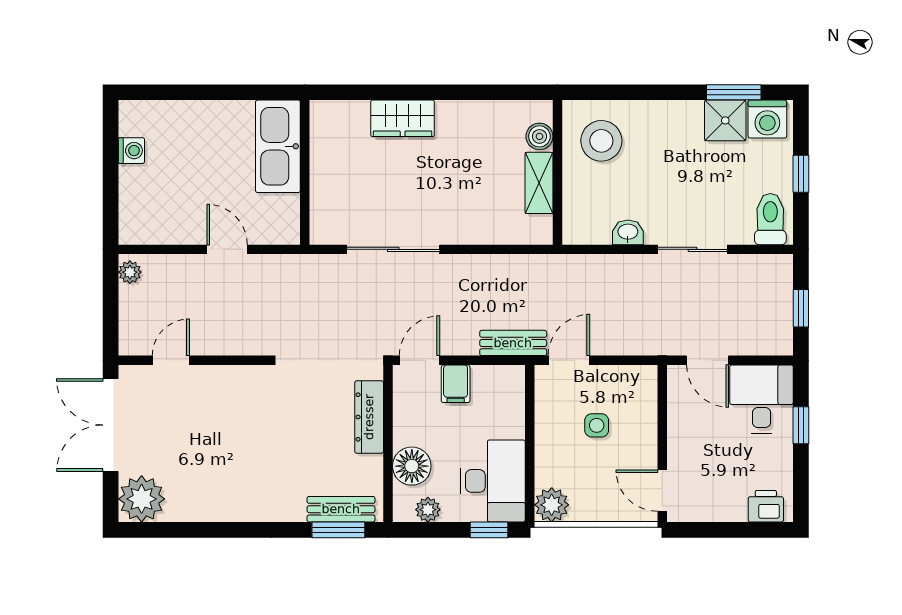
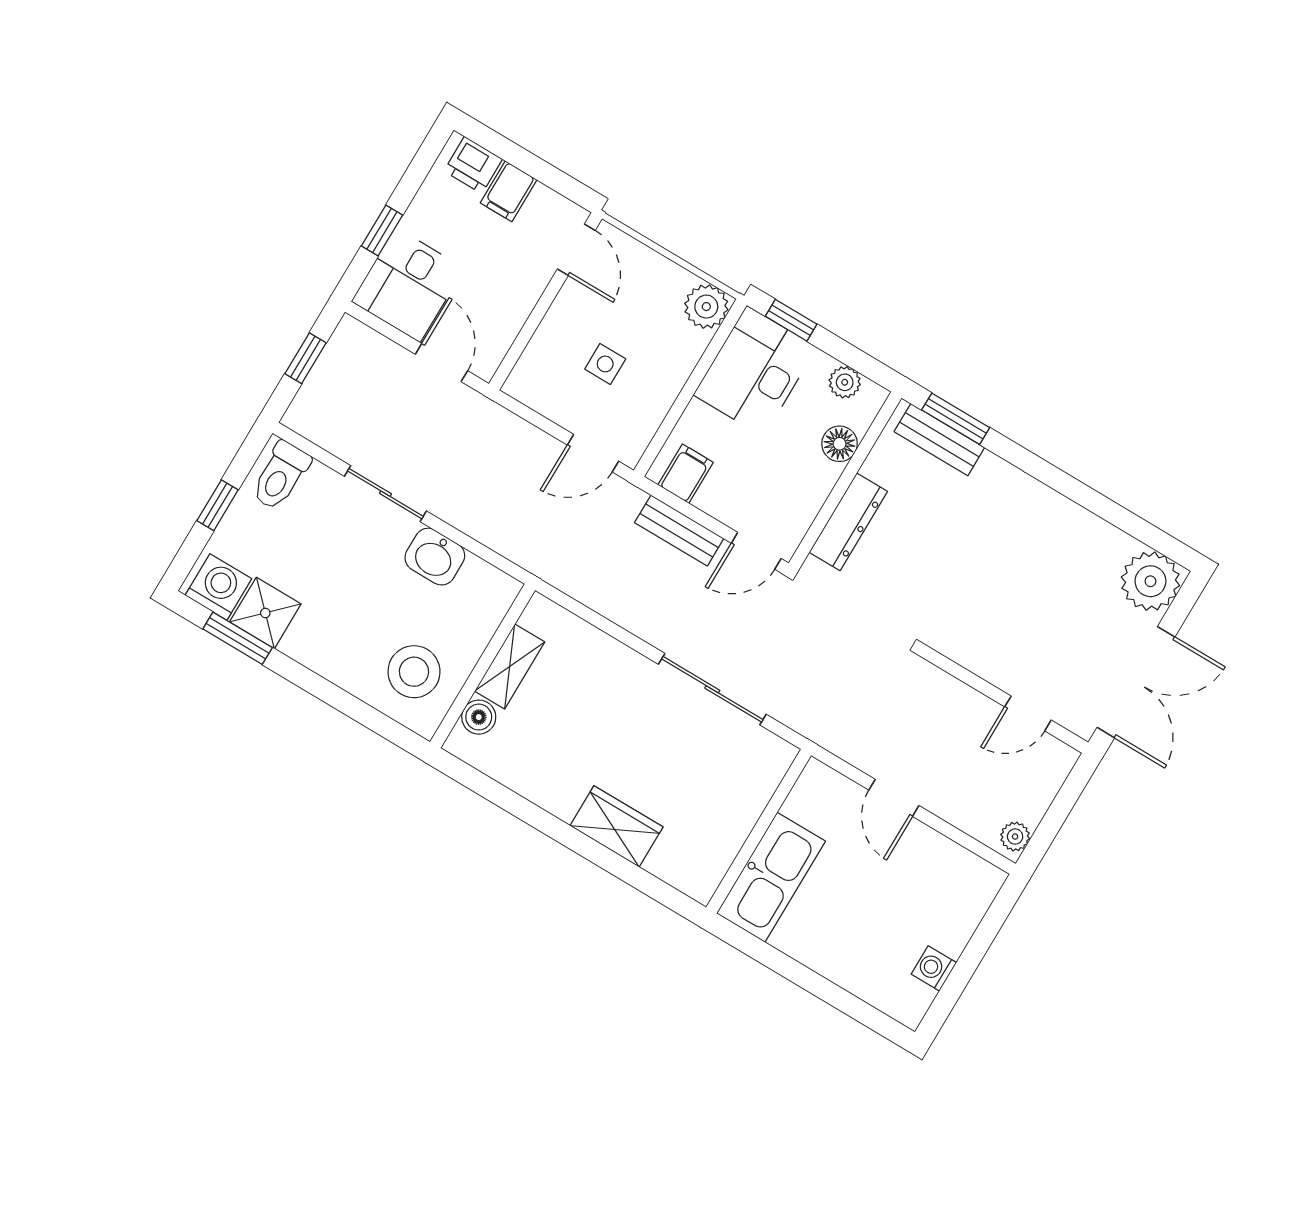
washbasin: (628, 232) -> (435, 557), width x1.38, depth x1.45
bench: (513, 343) -> (679, 531), moved
filing cabinet: (456, 384) -> (686, 474), moved
floor lamp: (412, 466) -> (840, 444), width x0.73, depth x0.73
filing cabinet: (731, 503) -> (509, 191), added

